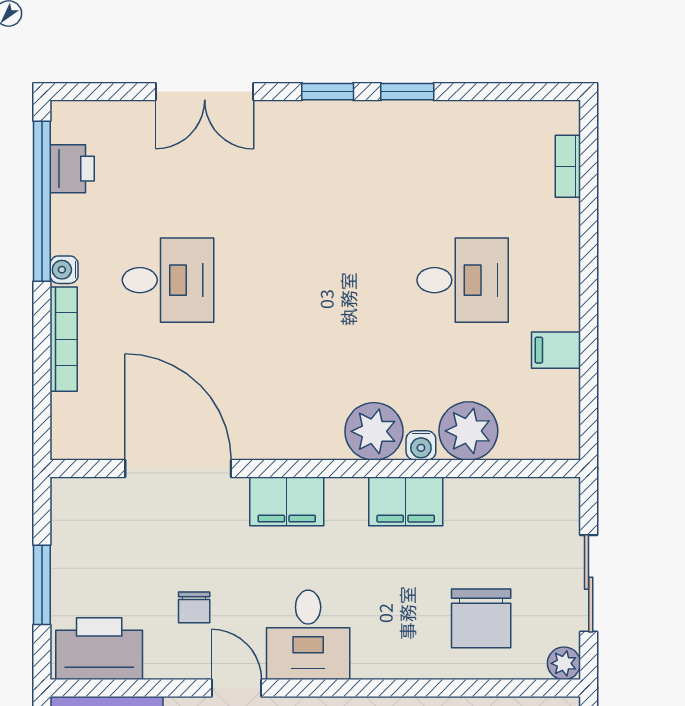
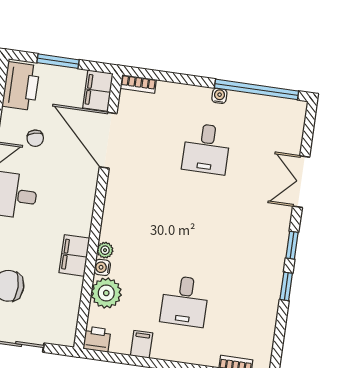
printer: (72, 169) -> (97, 339), moved, turned 180
bookcase: (64, 339) -> (138, 84), moved, width x0.64
plant: (374, 431) -> (105, 250), width x0.53, depth x0.53
door: (178, 469) -> (108, 140), swing flipped
filing cabinet: (287, 501) -> (98, 91), moved
chair: (194, 607) -> (35, 138), turned -104

